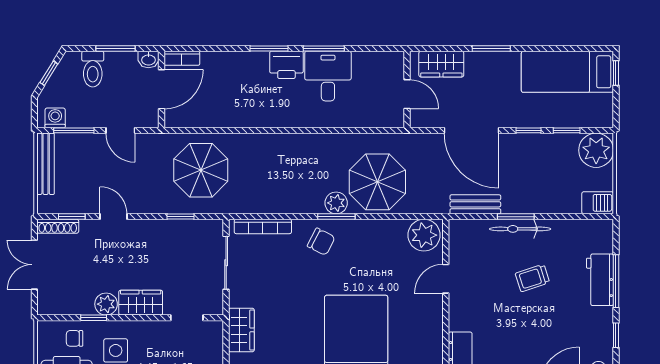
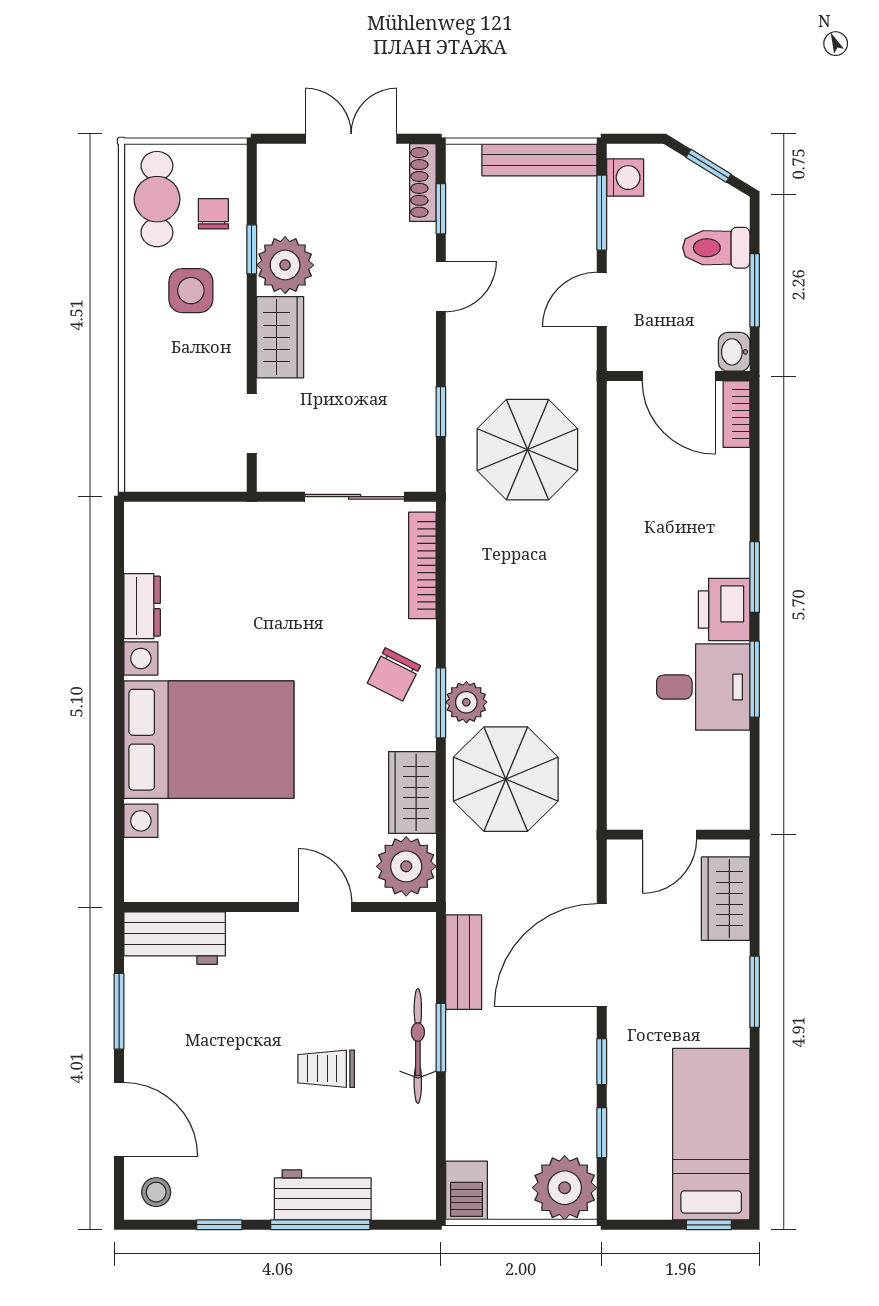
trolley: (532, 278) -> (326, 1069), turned -72
plant: (106, 304) -> (285, 265), width x1.36, depth x1.36
wardrobe: (241, 330) -> (412, 792), moved, turned 90

